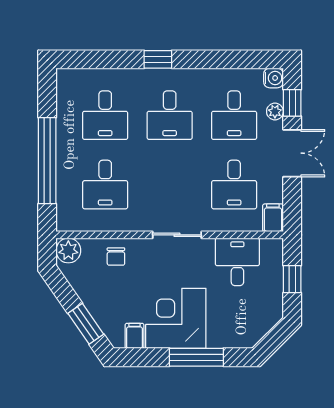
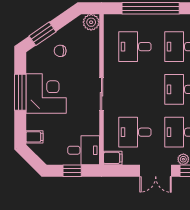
chair: (116, 257) -> (60, 51), moved
desk: (237, 262) -> (84, 150), moved
filing cabinet: (134, 336) -> (34, 137), moved
window: (196, 357) -> (20, 92), moved

